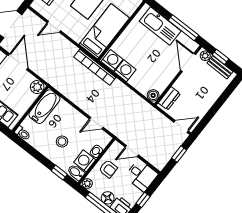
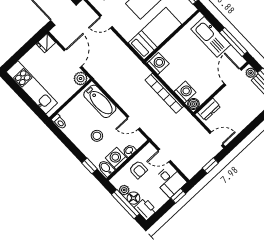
door: (18, 62) -> (73, 59), moved
bookcase: (95, 67) -> (164, 93), moved
washing machine: (125, 71) -> (185, 92), moved
bathtub: (44, 107) -> (100, 101), moved, turned 90
plant: (87, 183) -> (124, 190), moved
window: (143, 200) -> (178, 196), moved

